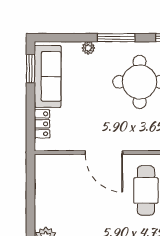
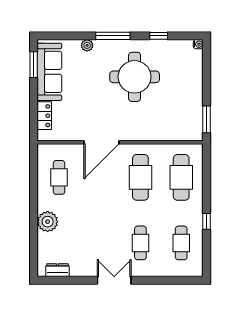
door: (104, 153) -> (102, 142), hinge flipped
cafe table: (58, 190) -> (59, 177), added

